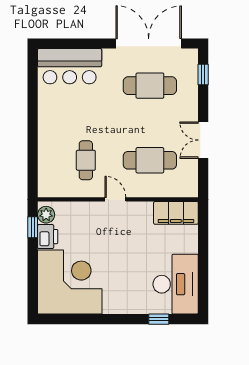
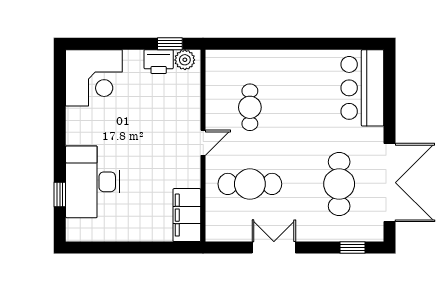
cafe table: (86, 160) -> (250, 107), turned 90
cafe table: (150, 160) -> (250, 184), turned 90
corner desk: (70, 282) -> (94, 78), width x0.74, depth x0.74
desk: (176, 284) -> (93, 182), moved, turned 90

